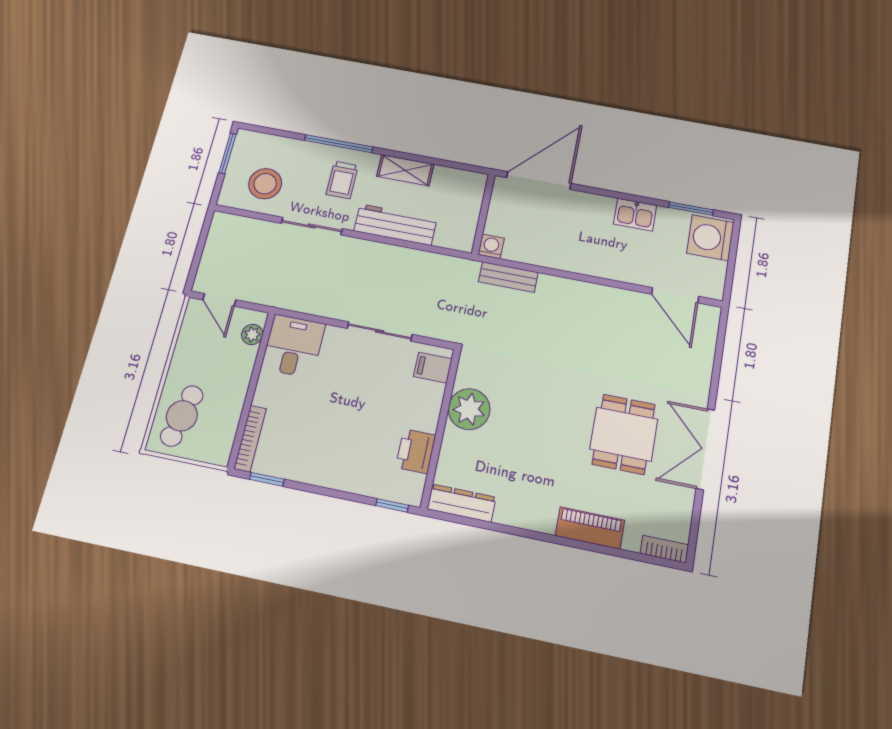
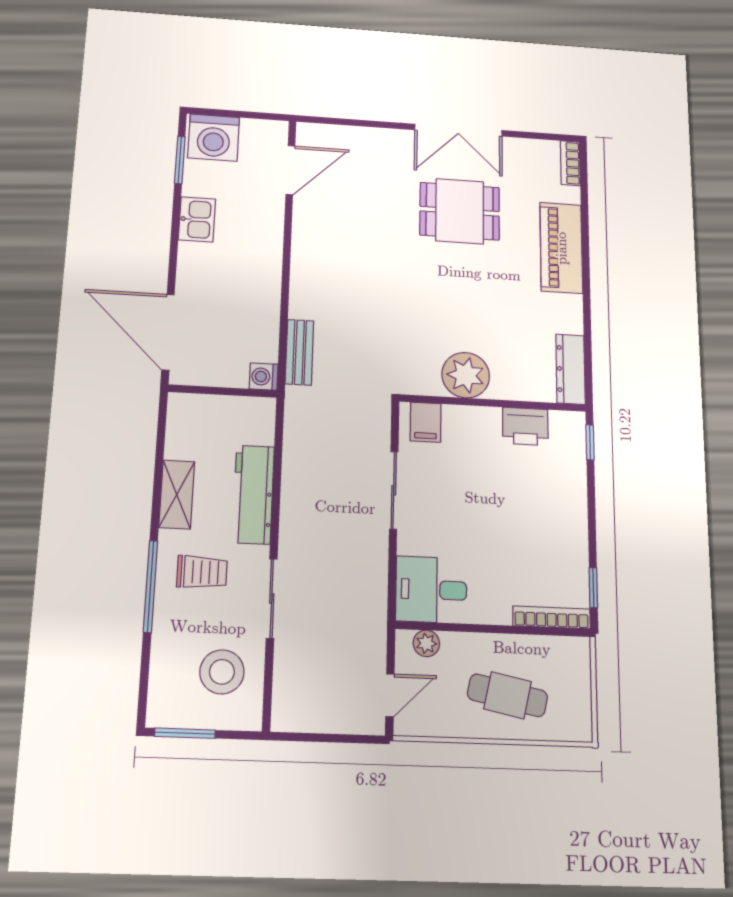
cafe table: (182, 416) -> (507, 695), moved
piano: (590, 528) -> (561, 248), width x1.37, depth x1.33

